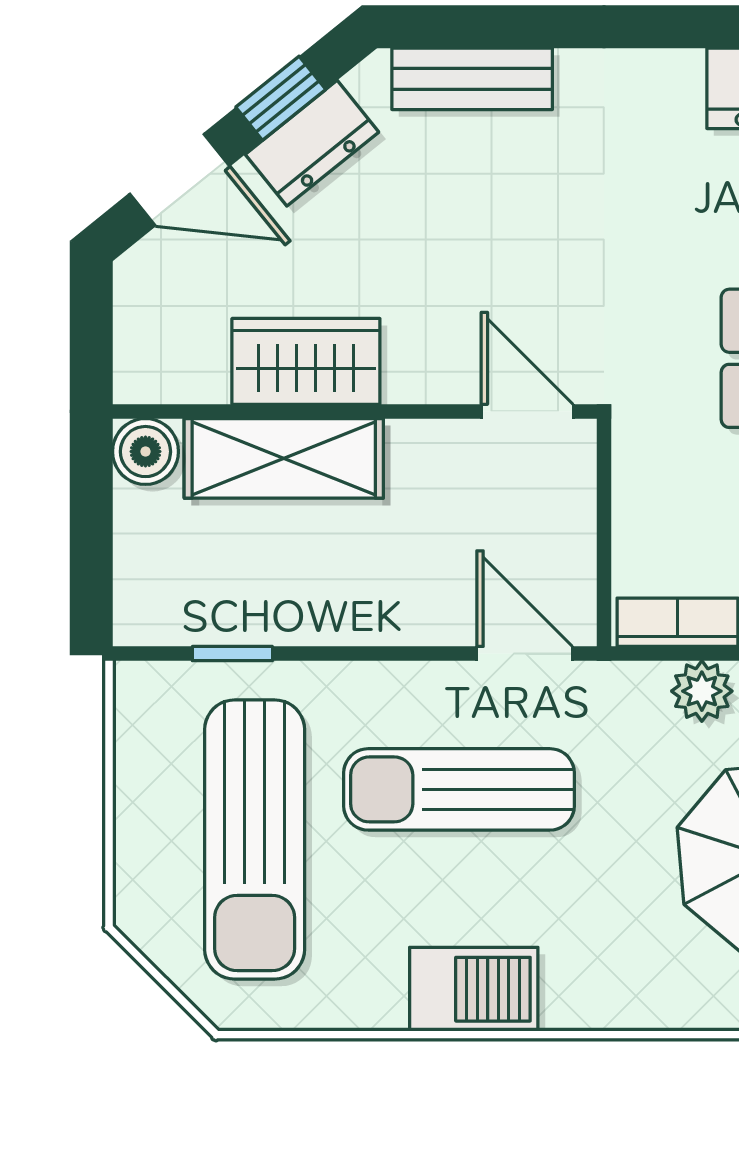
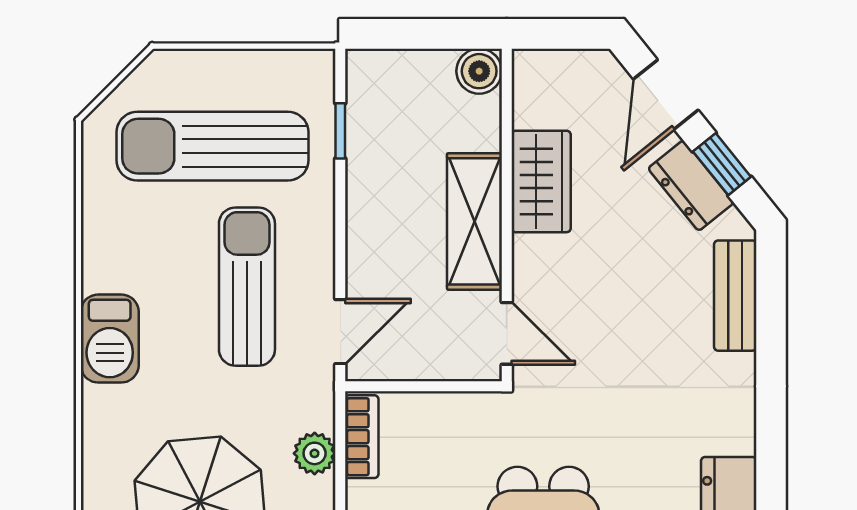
door: (527, 411) -> (507, 333), hinge flipped
shelving: (284, 458) -> (474, 221), moved
barbecue: (474, 989) -> (110, 339), moved

